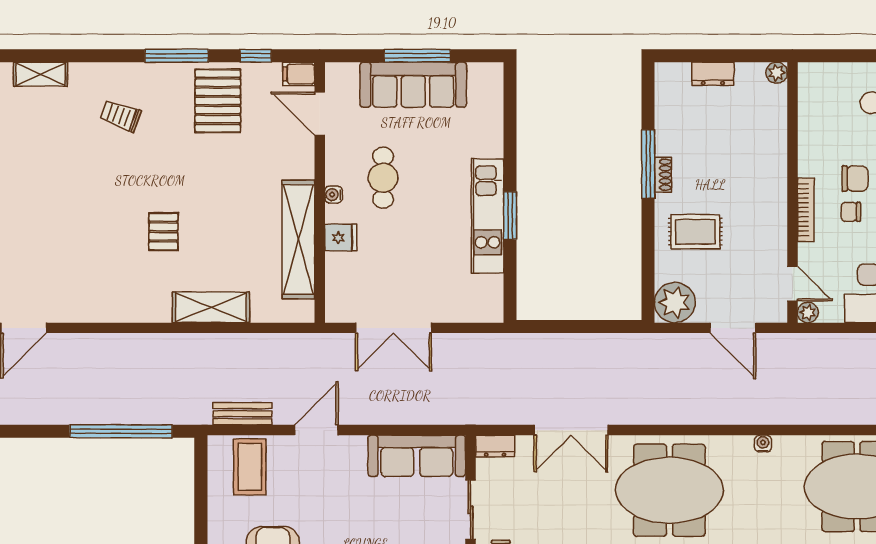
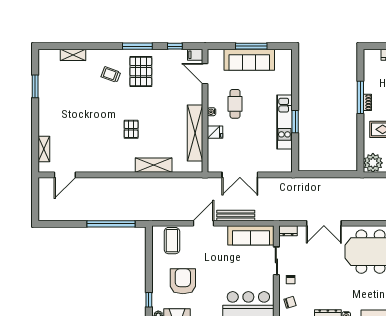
pallet: (218, 101) -> (141, 72), moved
bench: (242, 414) -> (236, 215), moved, width x1.36

